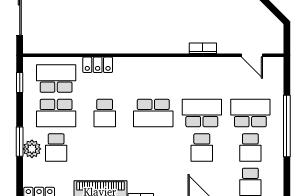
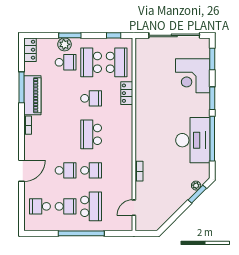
school desk: (105, 113) -> (91, 98), turned 180
school desk: (202, 113) -> (91, 170), width x0.54
school desk: (56, 147) -> (66, 62), turned 180
school desk: (202, 147) -> (66, 170), turned 180
school desk: (250, 147) -> (66, 206), turned 180

